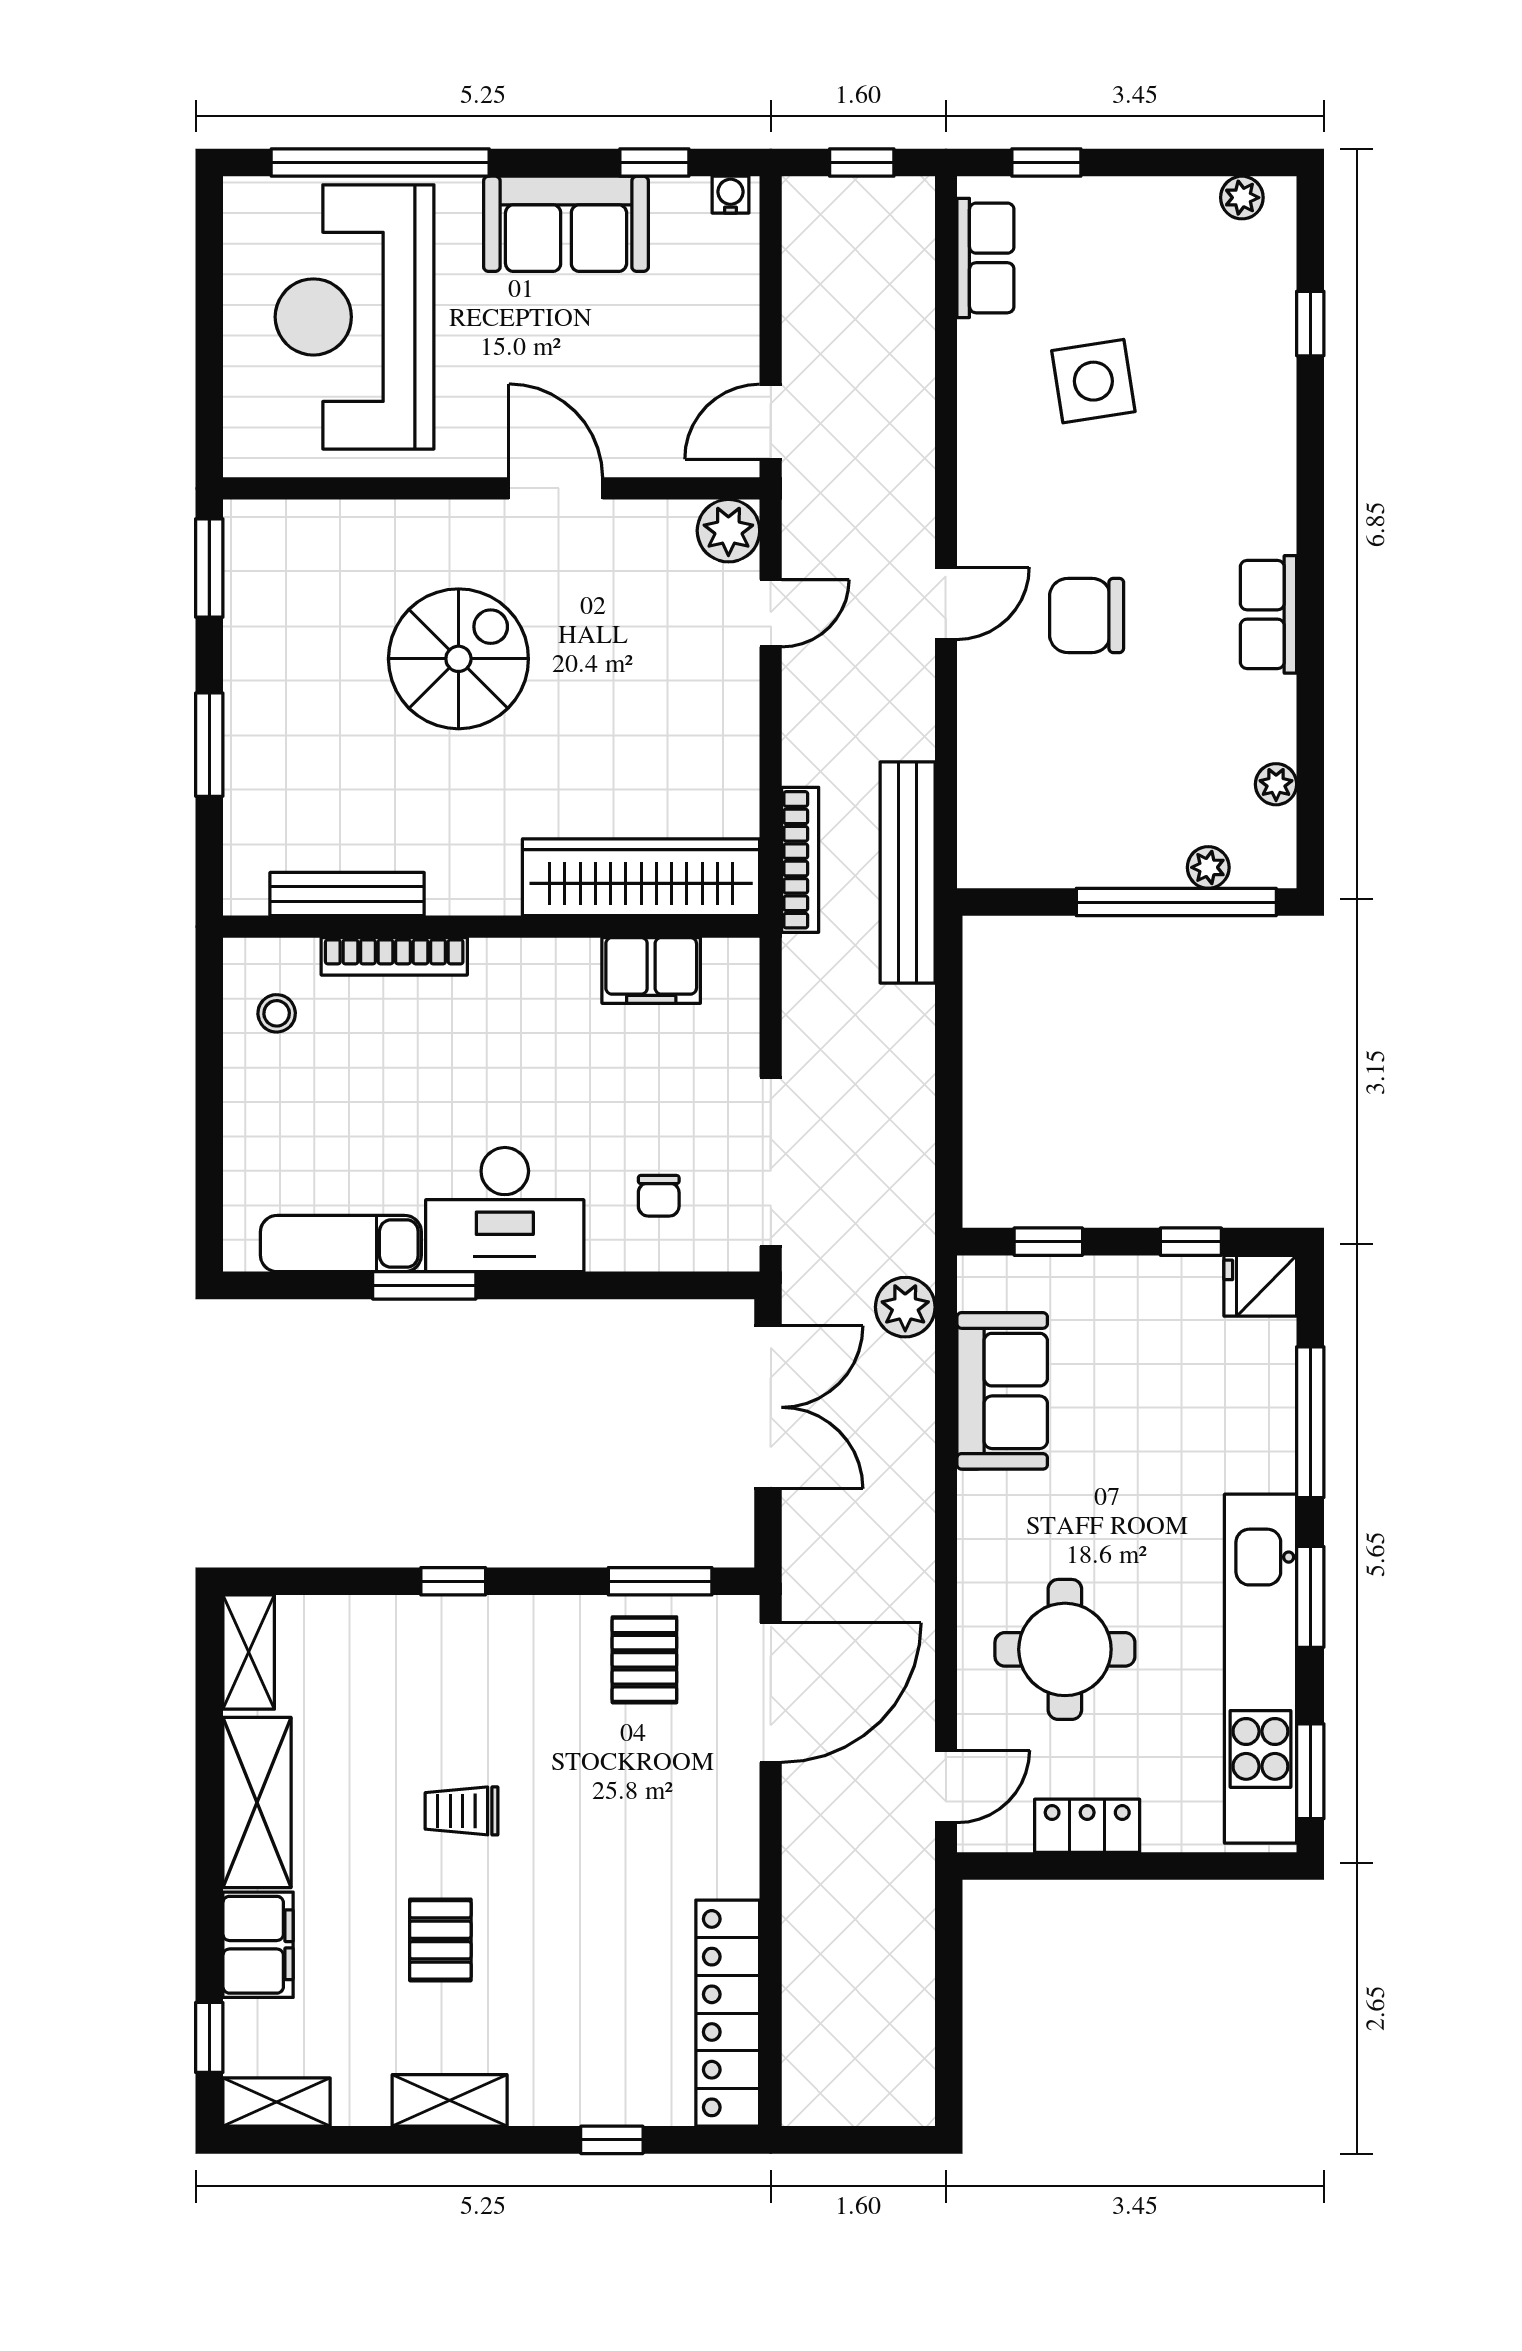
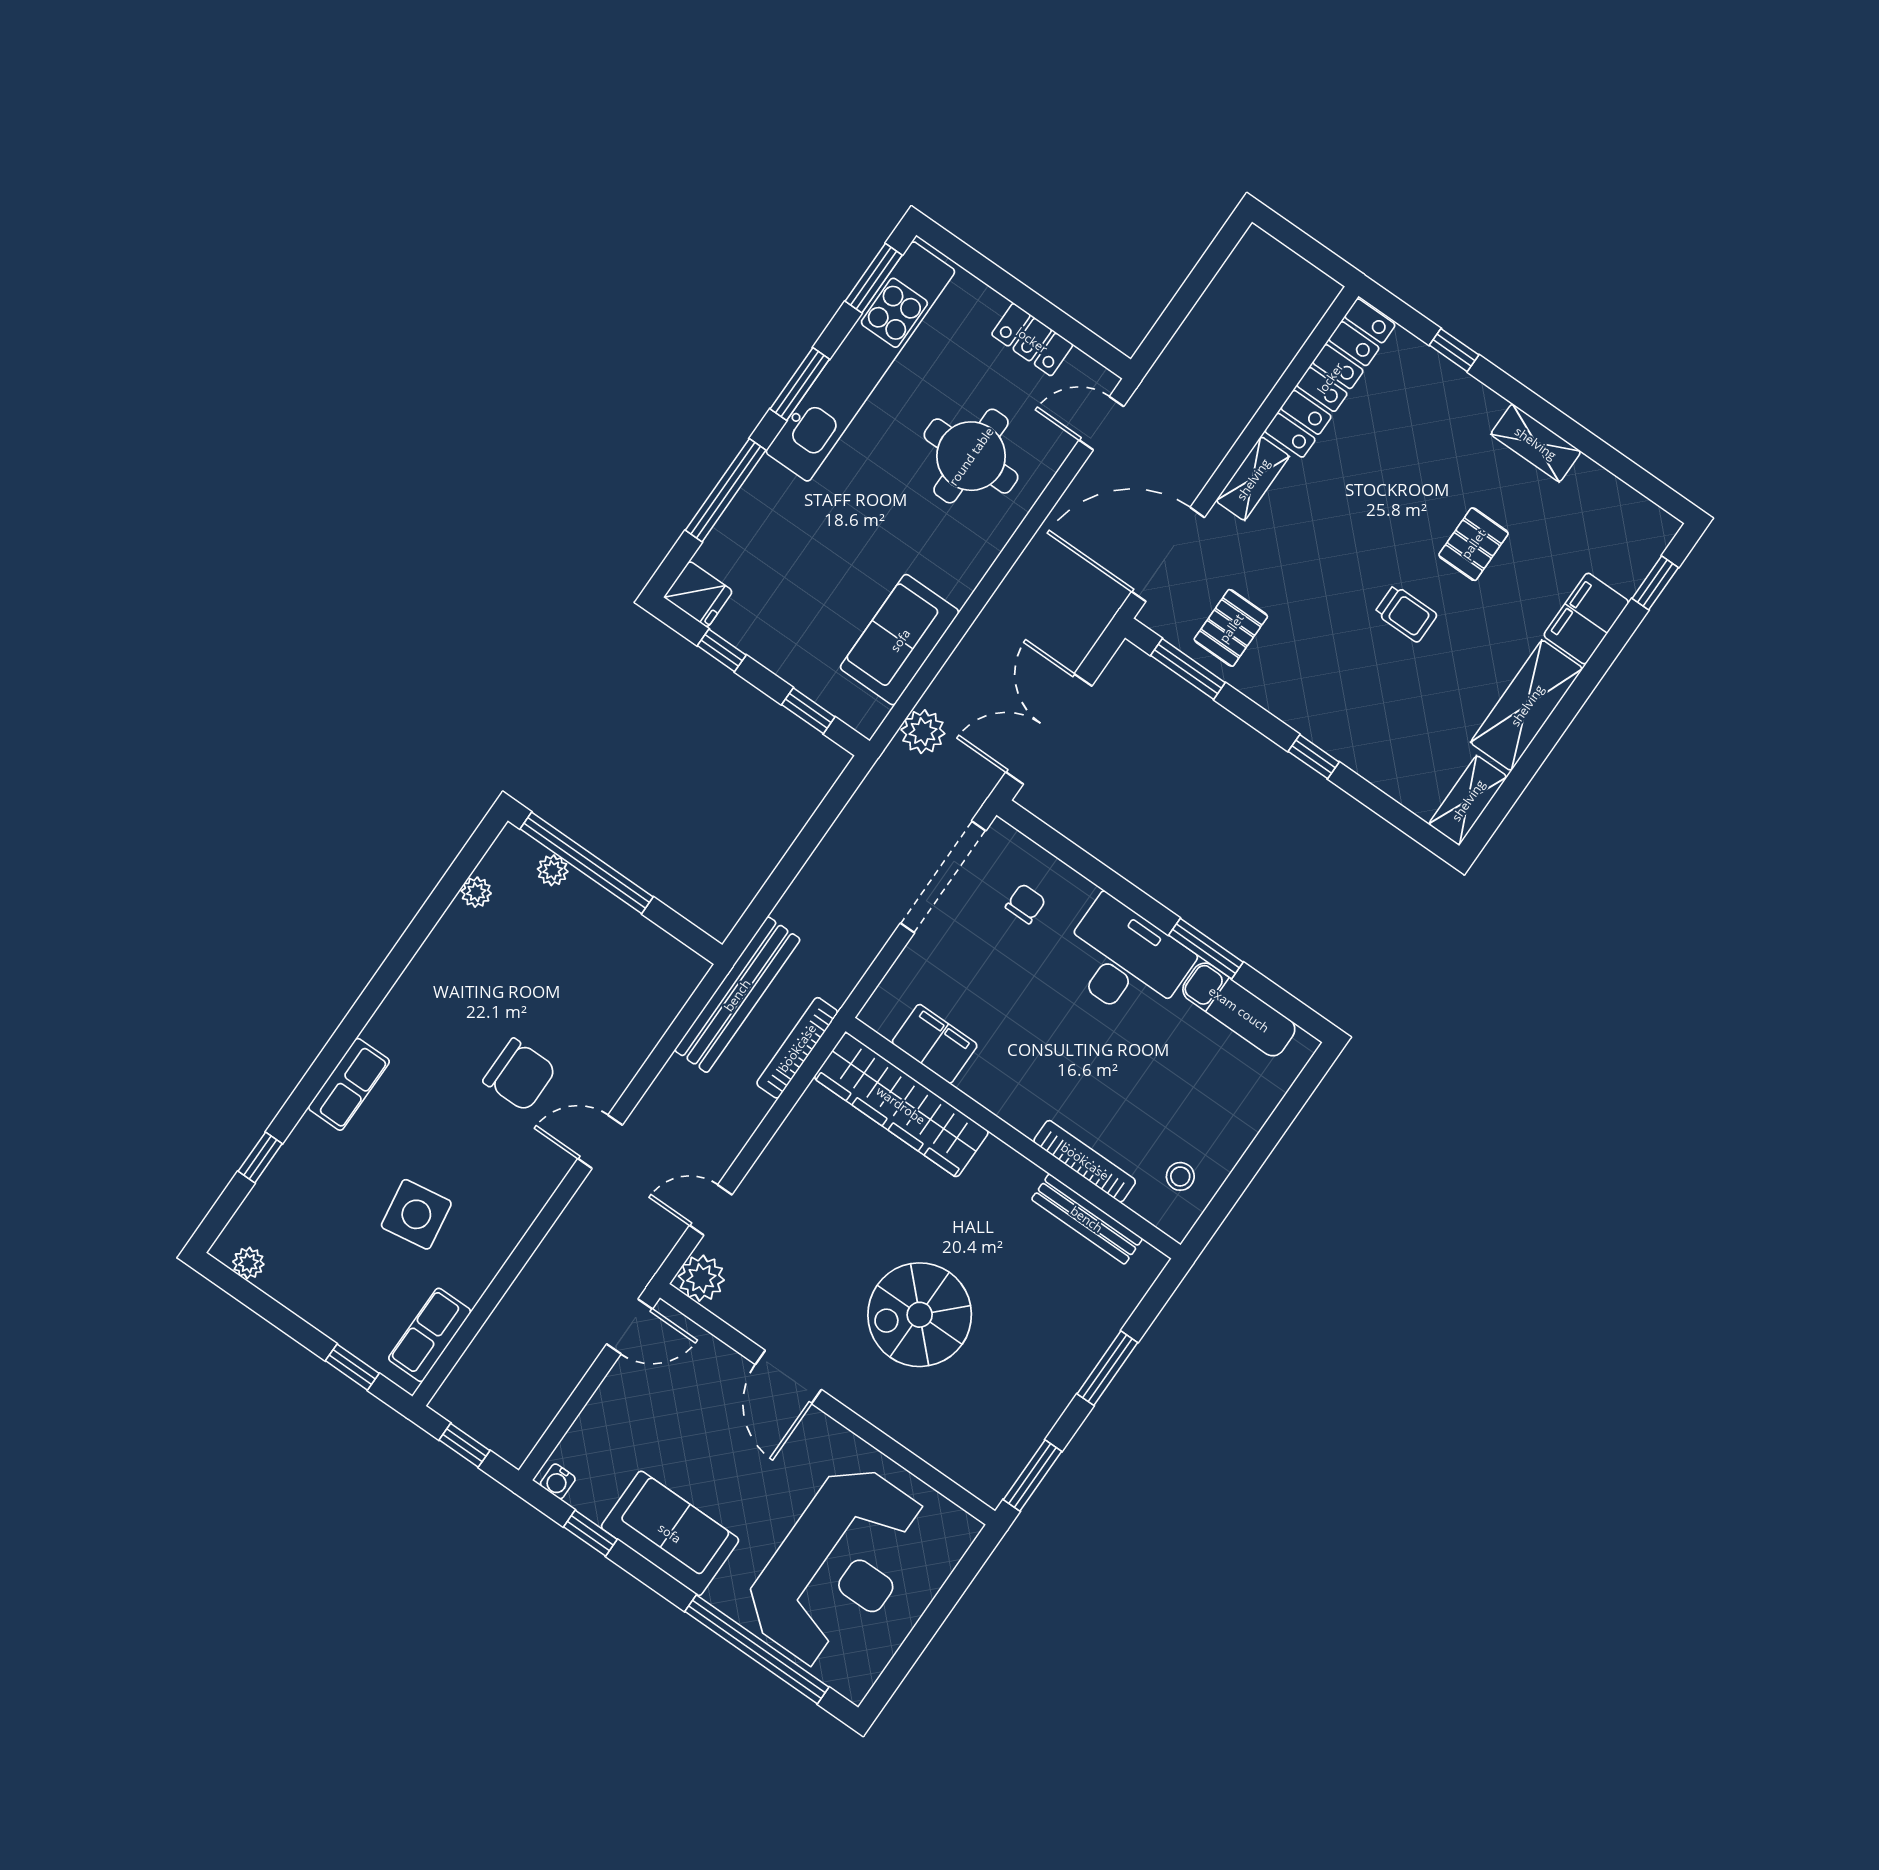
row of seats: (1268, 614) -> (349, 1084), moved
shelving: (277, 2102) -> (1253, 479), moved, turned 90

